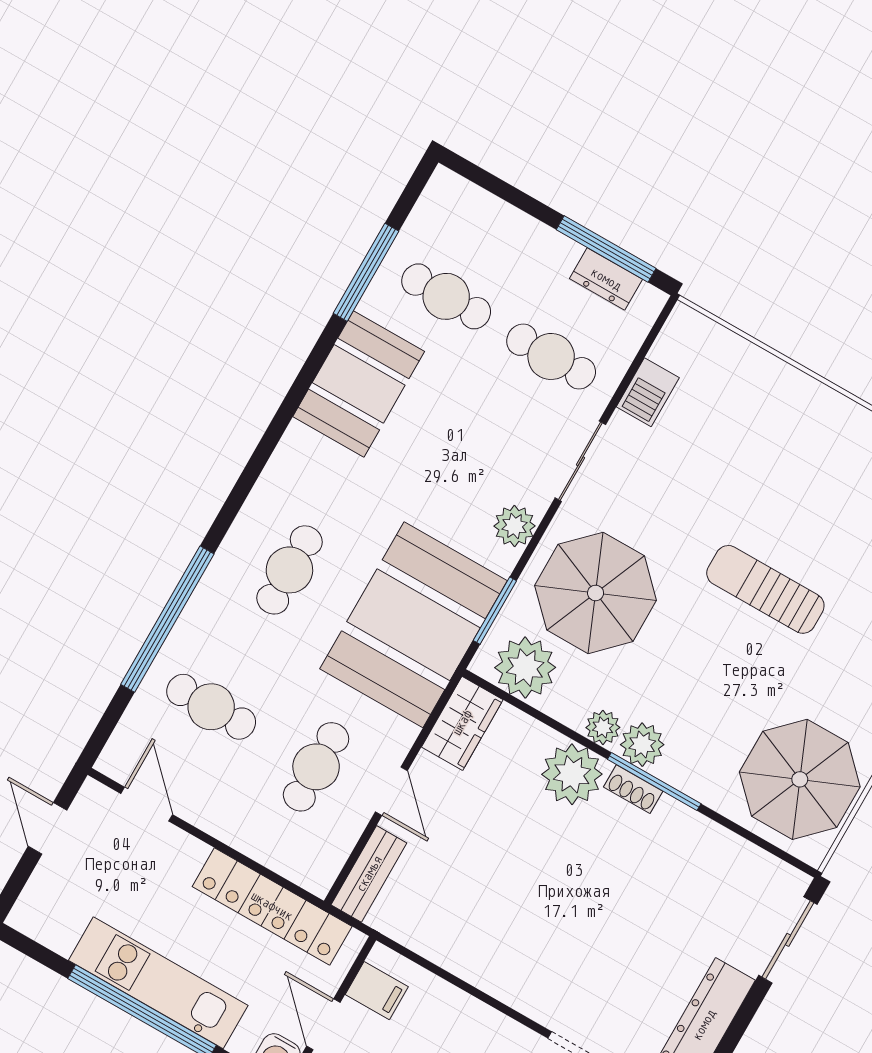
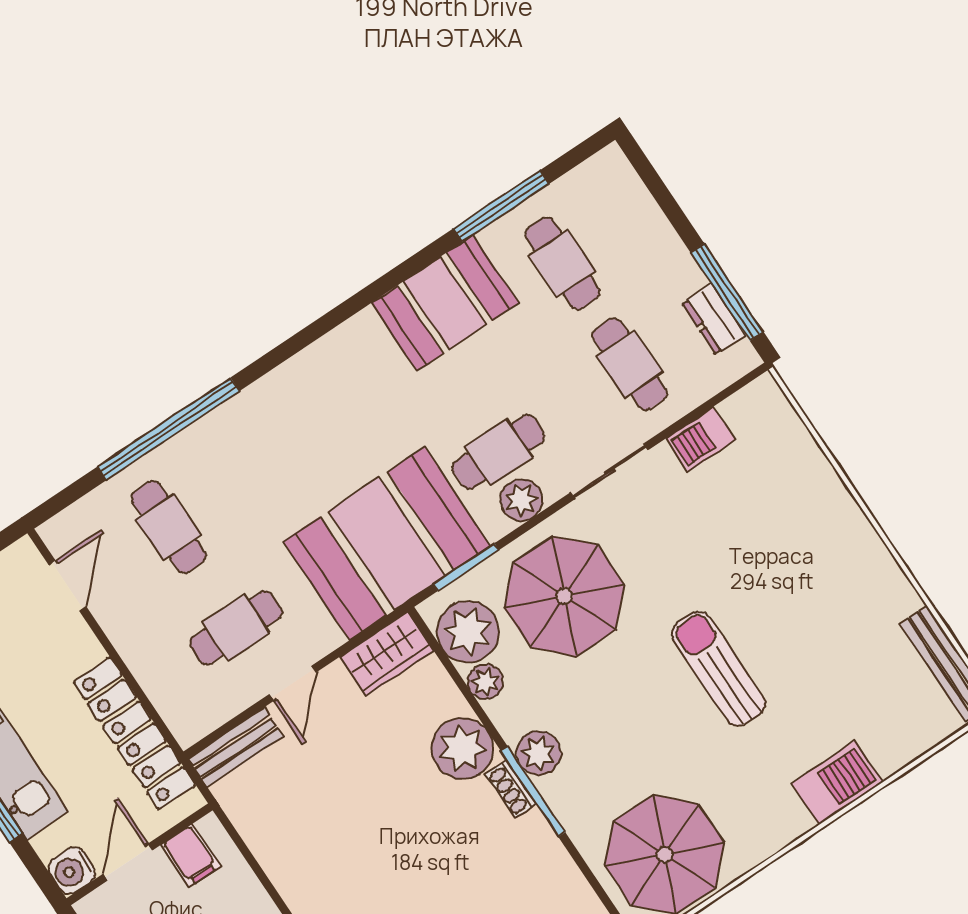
cafe table: (289, 570) -> (499, 452), moved
plant: (603, 727) -> (485, 682), moved

